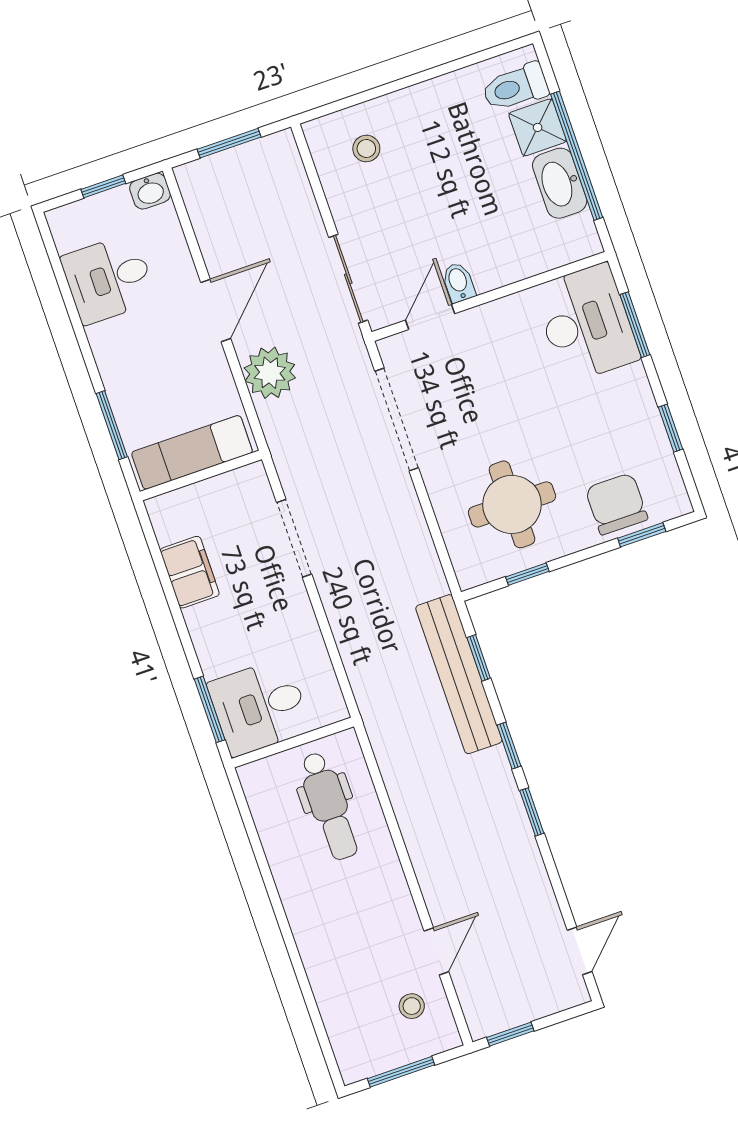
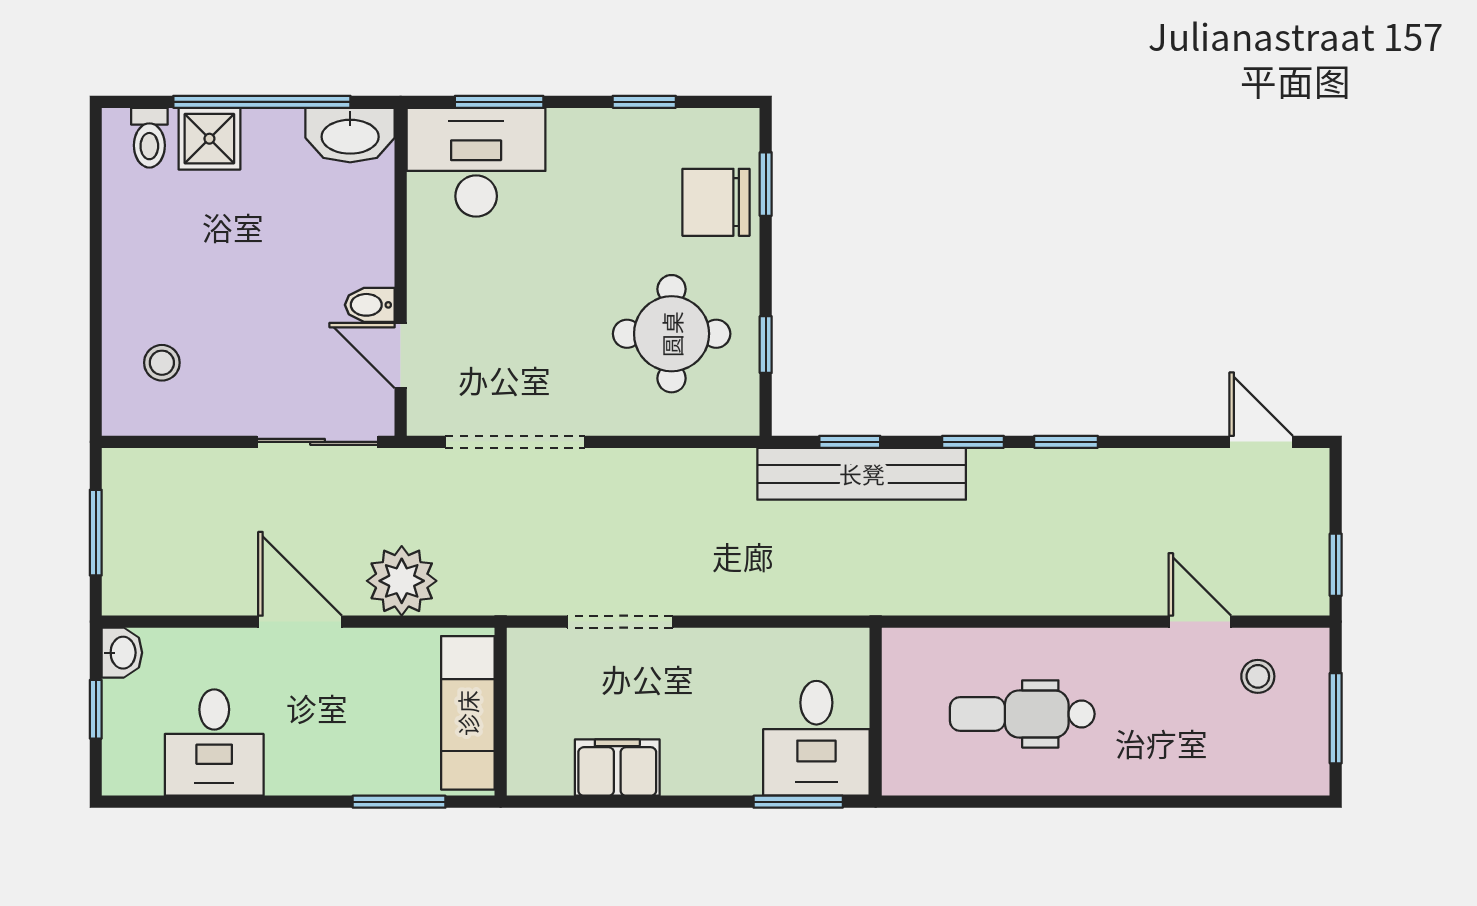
toilet: (515, 87) -> (149, 138), width x0.73, depth x0.72
washbasin: (560, 183) -> (350, 135), moved
dental chair: (329, 806) -> (1022, 714), moved, turned 180

